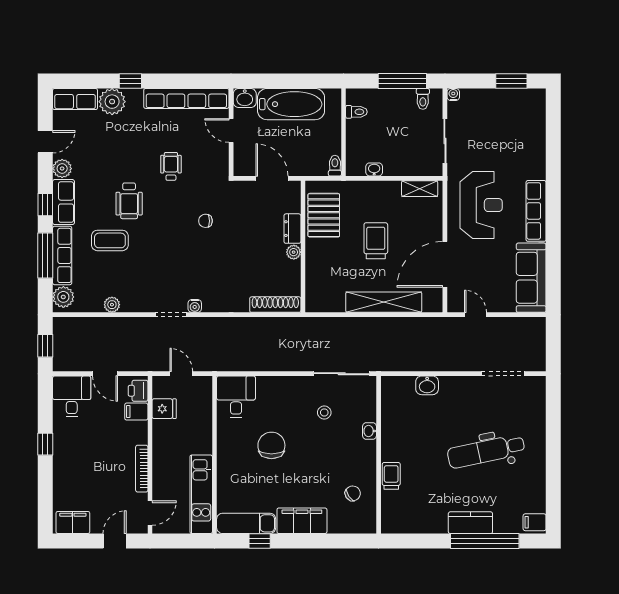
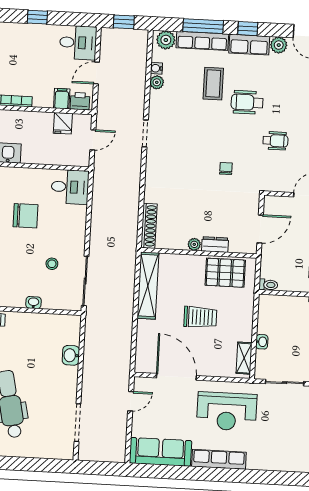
washbasin: (374, 169) -> (262, 342), moved
shelving: (384, 302) -> (148, 286), moved
water cooler: (195, 306) -> (156, 68), moved

